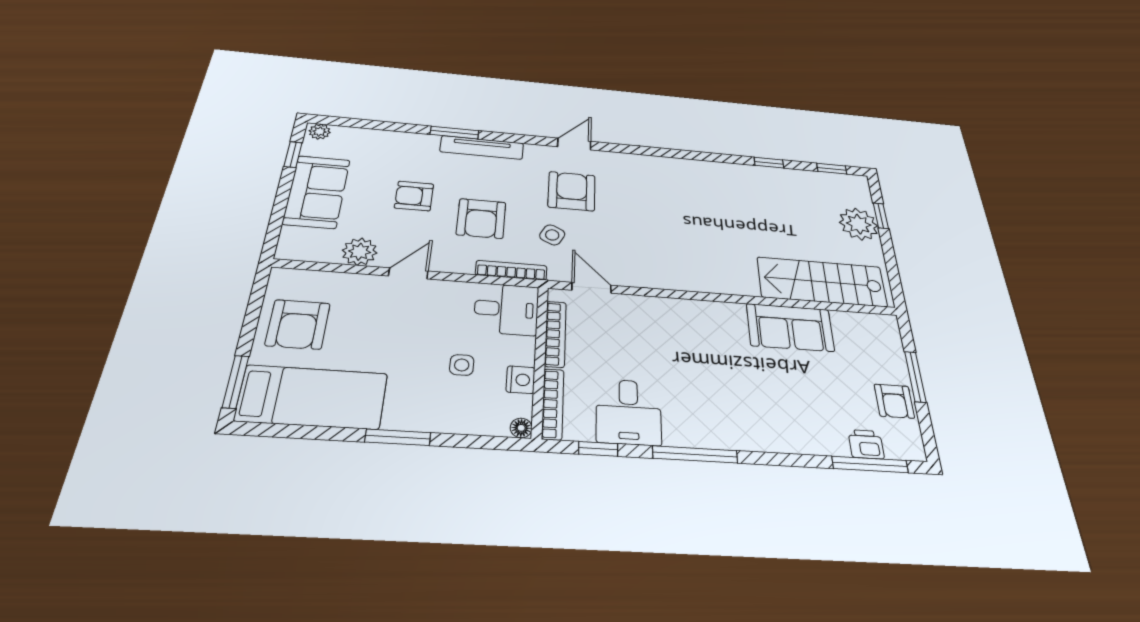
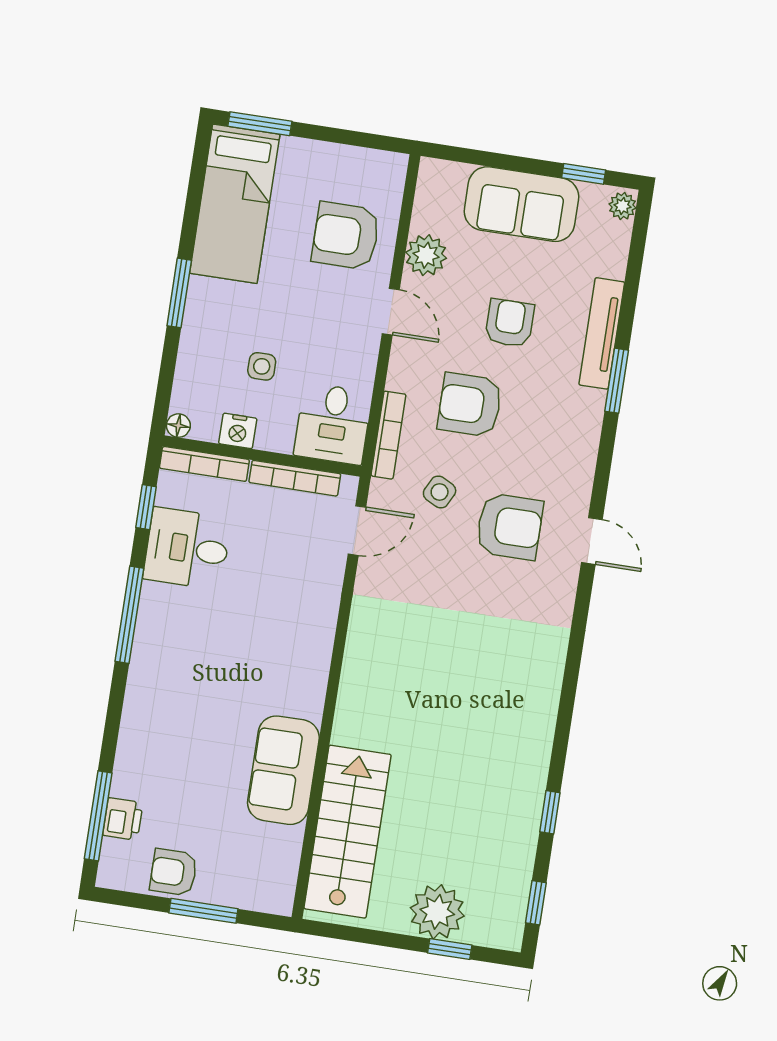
tv unit: (482, 147) -> (602, 333), moved
armchair: (298, 324) -> (346, 236), moved

